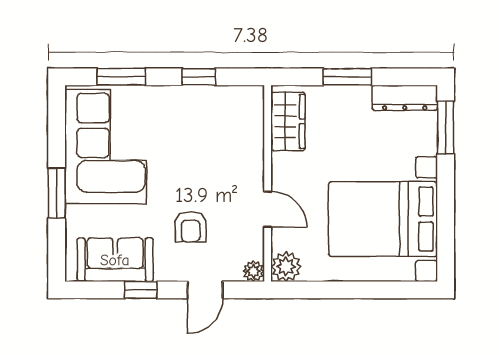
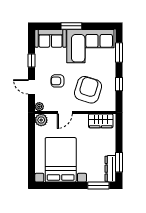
window: (347, 77) -> (119, 162), moved
armchair: (212, 152) -> (88, 90), added
sofa: (115, 260) -> (51, 38), moved, turned 90

